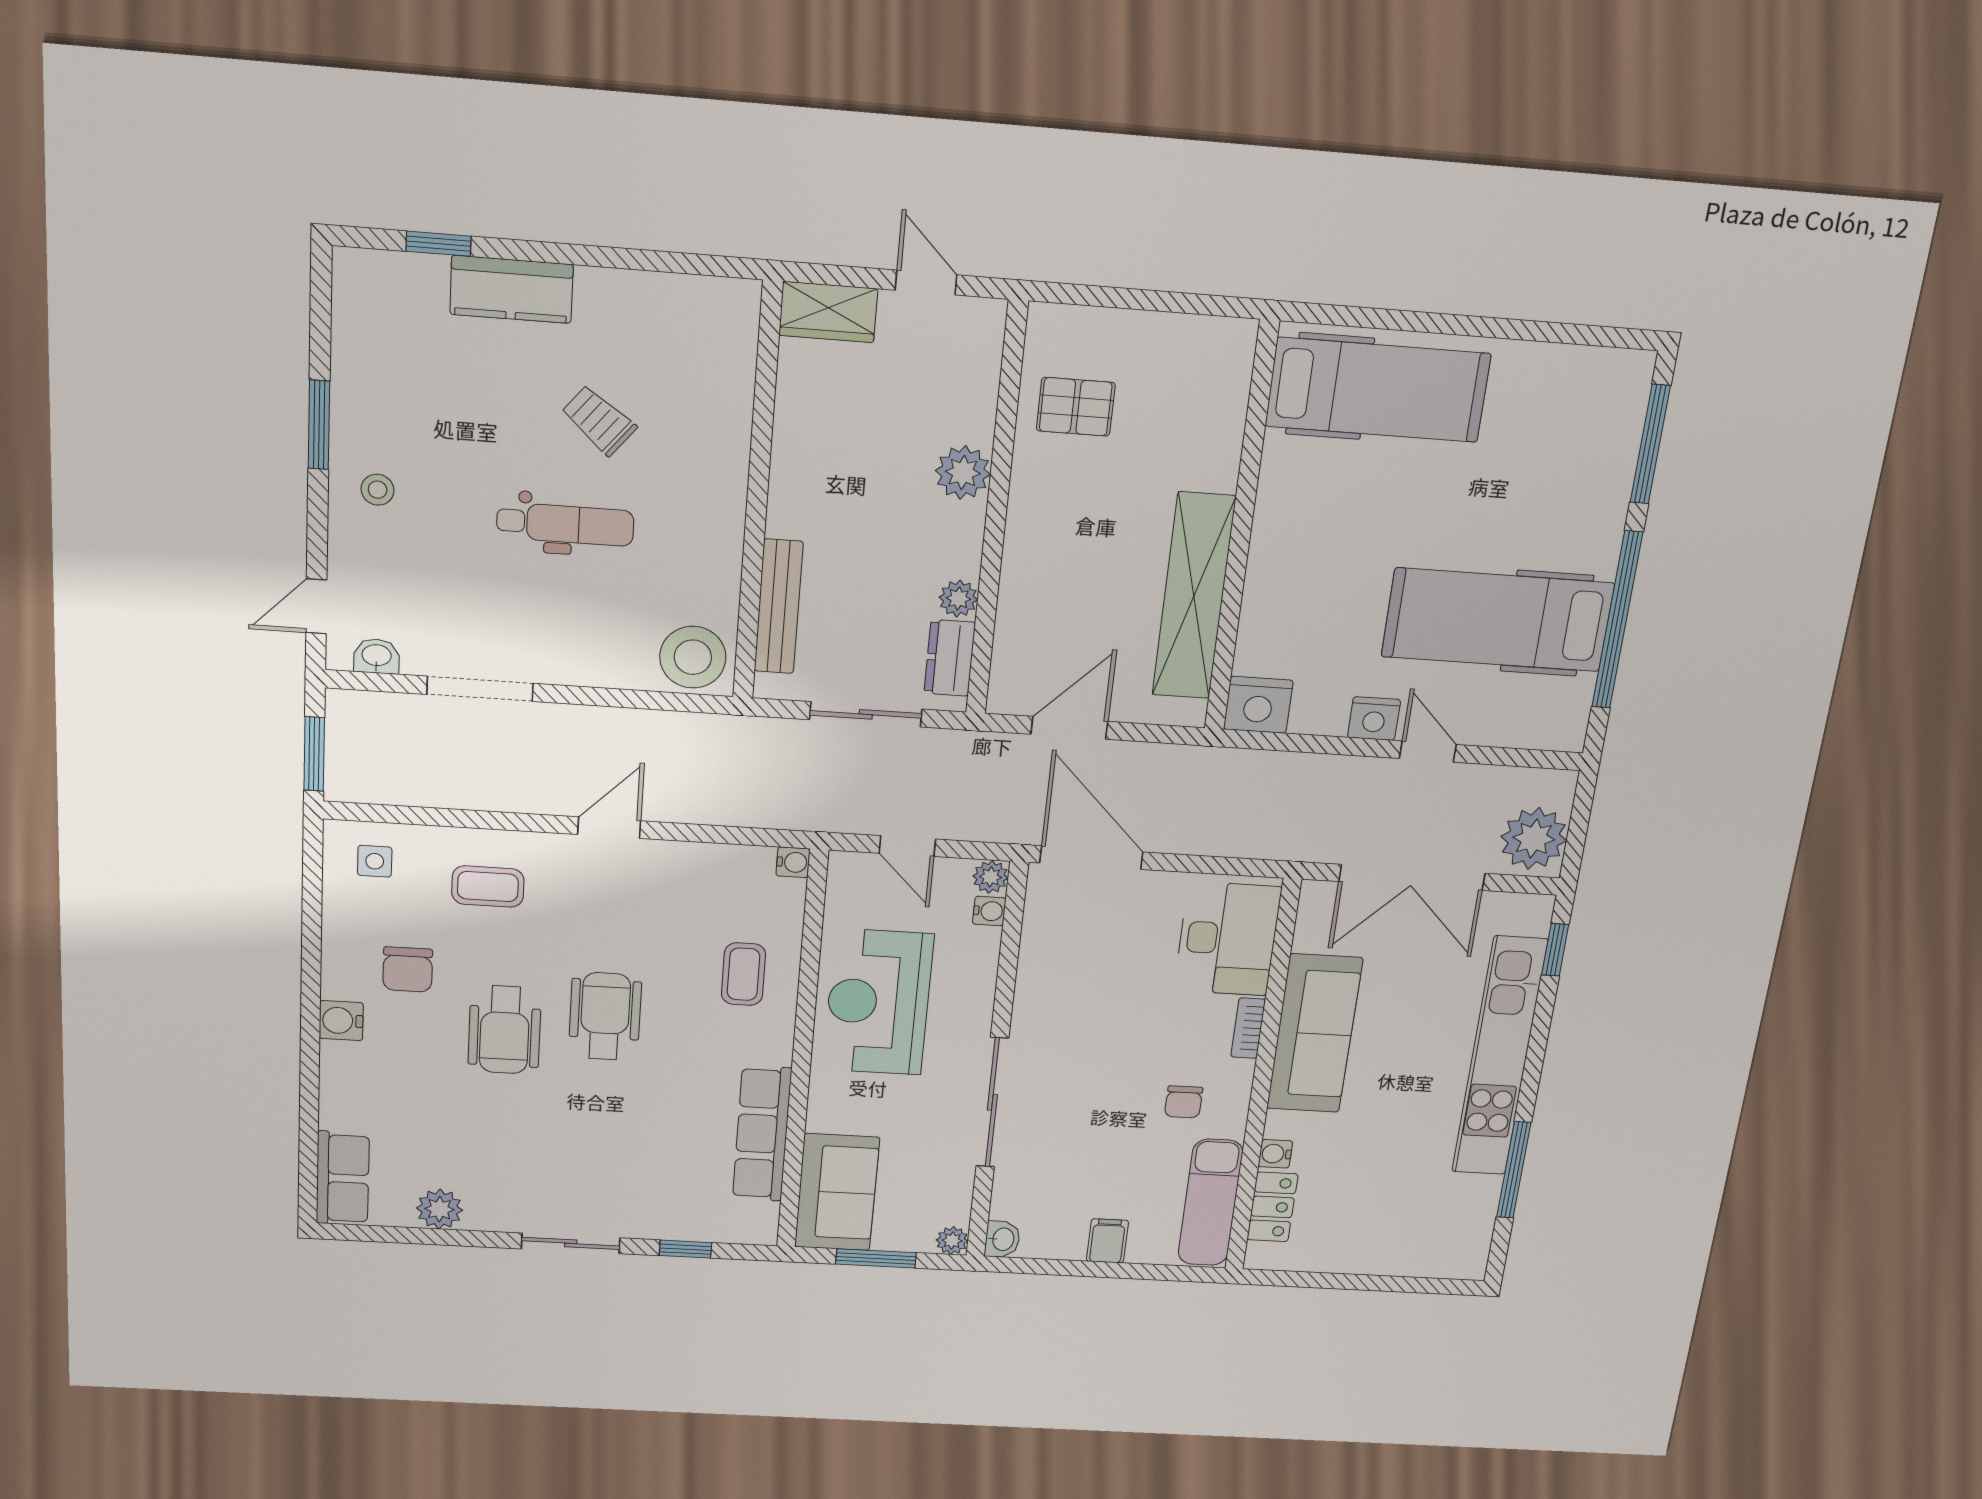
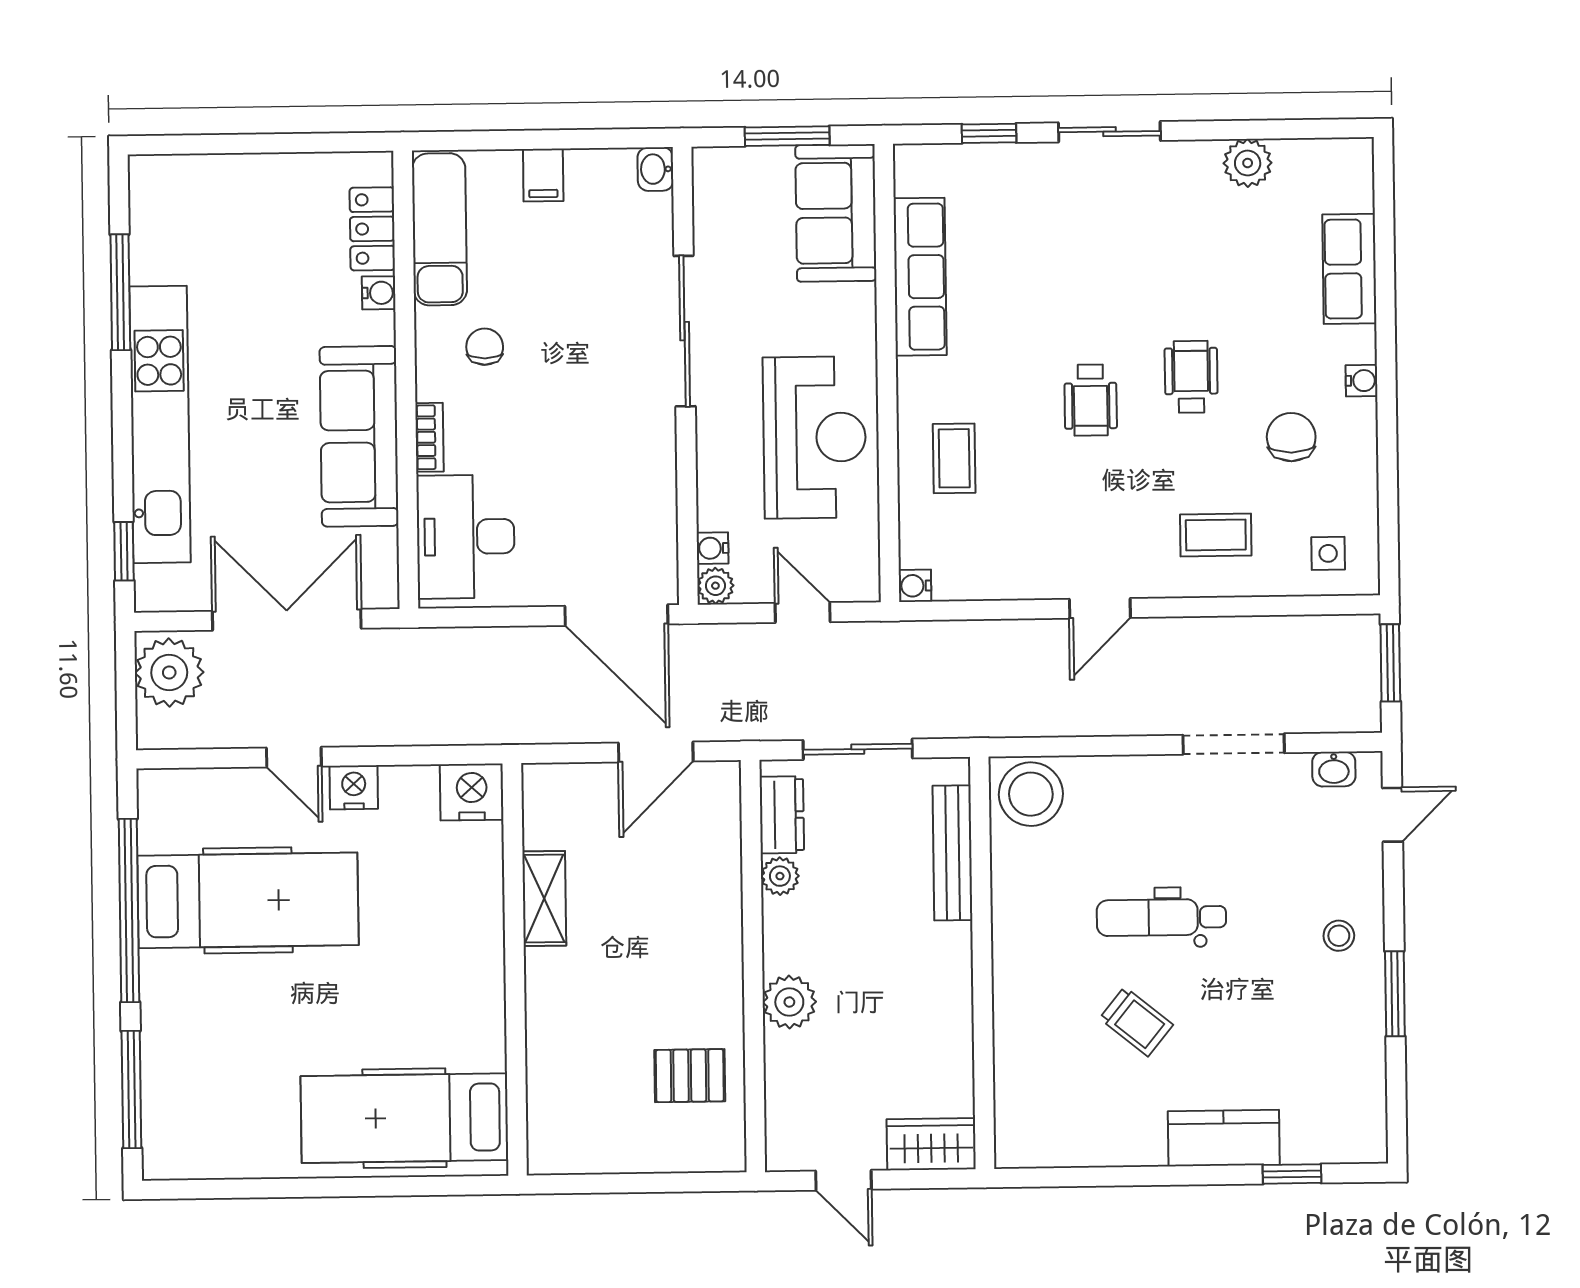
shelving: (1194, 596) -> (544, 898), width x0.45, depth x0.75
wheelchair: (605, 1016) -> (1091, 400), width x0.73, depth x0.73
water cooler: (341, 1021) -> (1362, 381), width x0.72, depth x0.72
wheelchair: (505, 1030) -> (1191, 377), width x0.73, depth x0.73
row of seats: (343, 1178) -> (1349, 269), moved
plant: (952, 1241) -> (709, 164), removed

